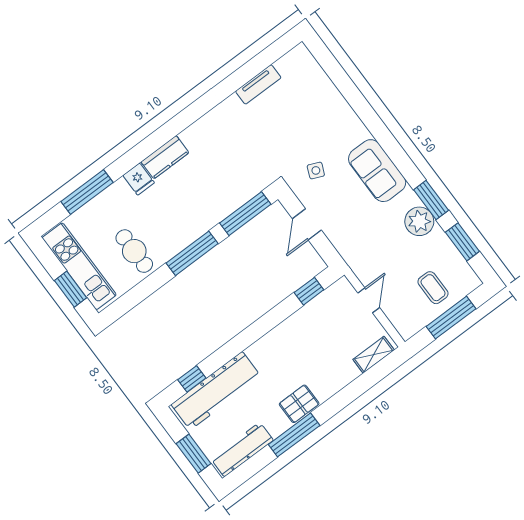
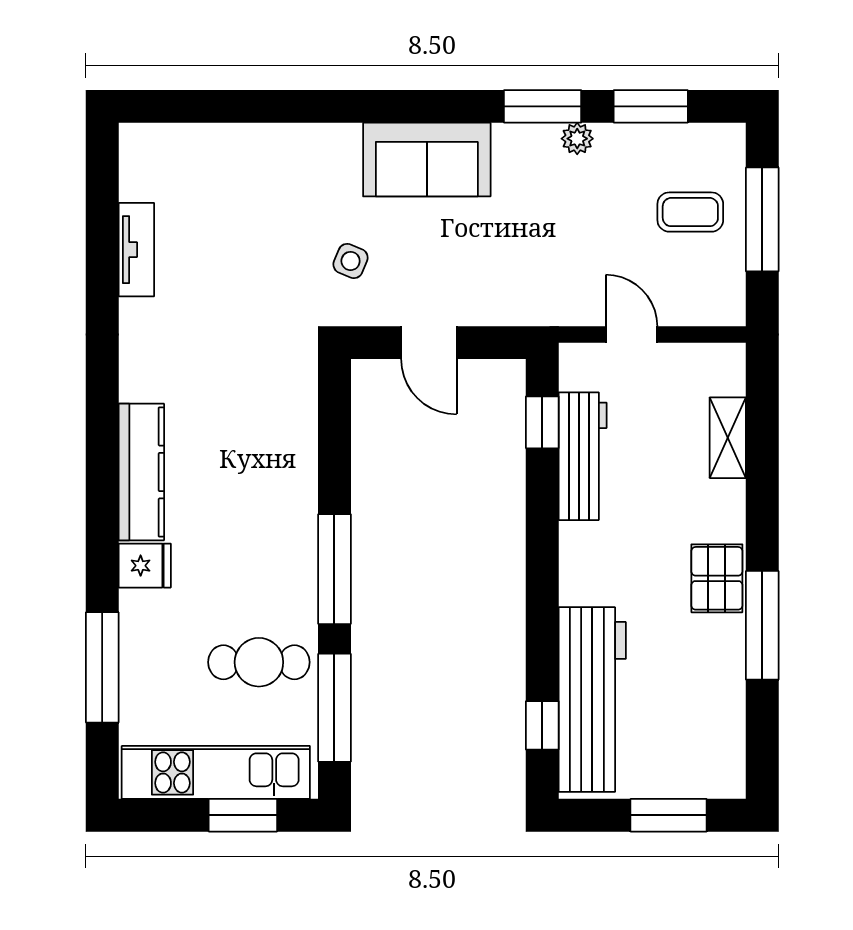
kitchen counter: (165, 157) -> (141, 472), width x1.50
window: (245, 214) -> (334, 708), moved
plant: (419, 221) -> (577, 139), width x0.53, depth x0.53
shelving: (374, 355) -> (728, 438), moved
workbench: (242, 450) -> (583, 456), moved, turned 180

